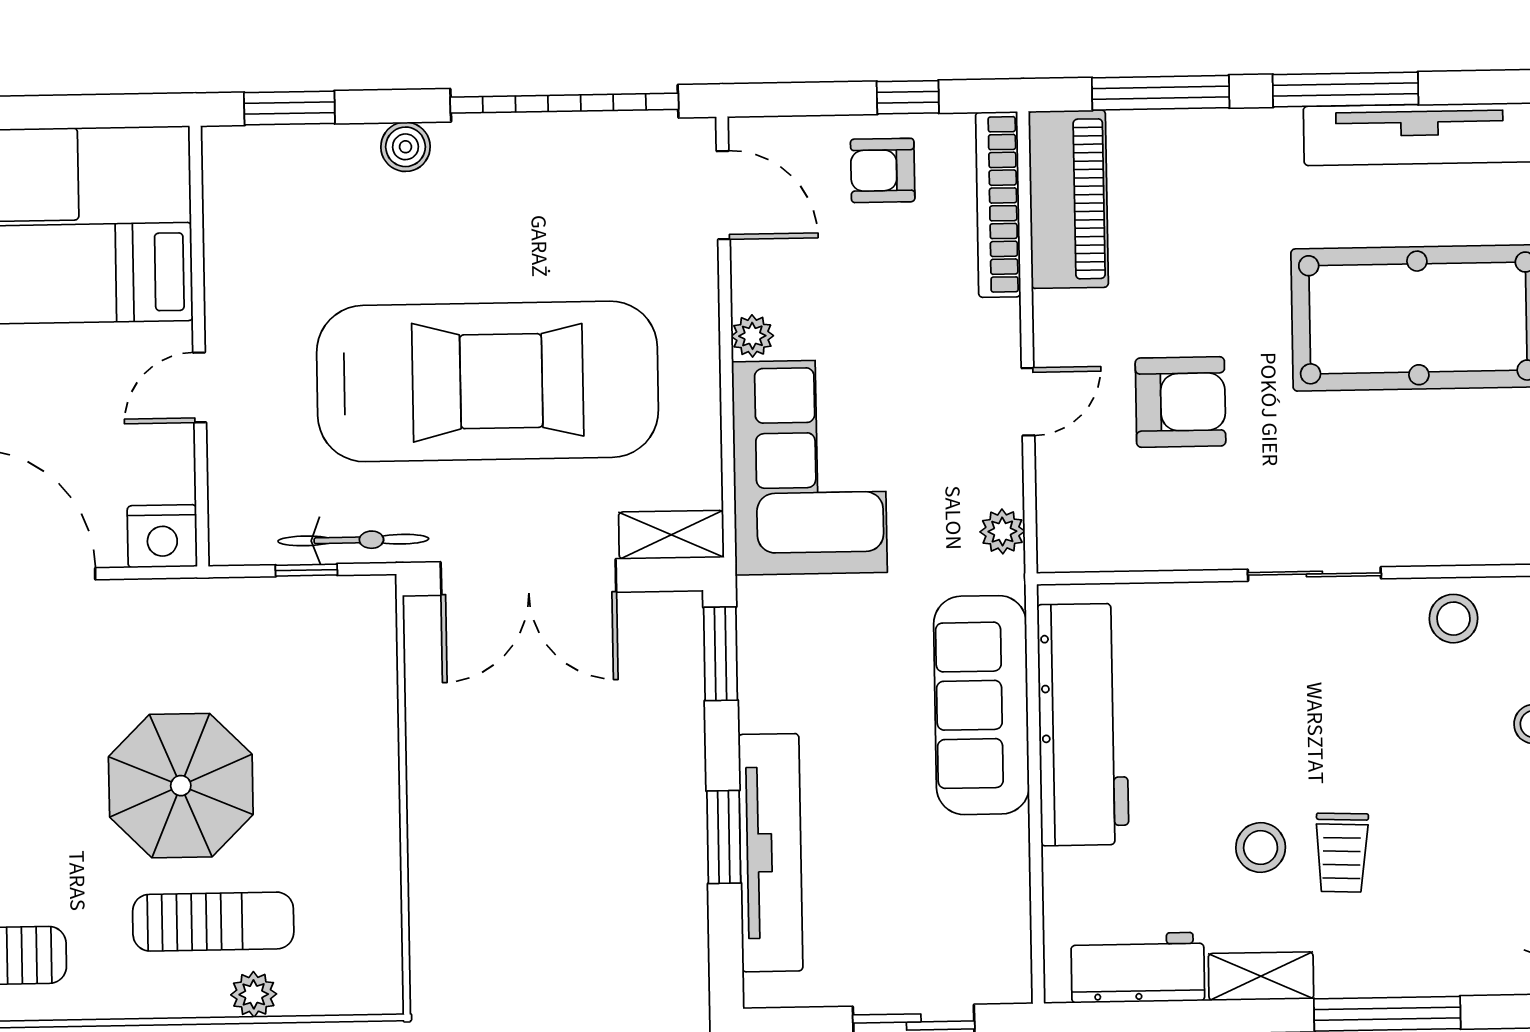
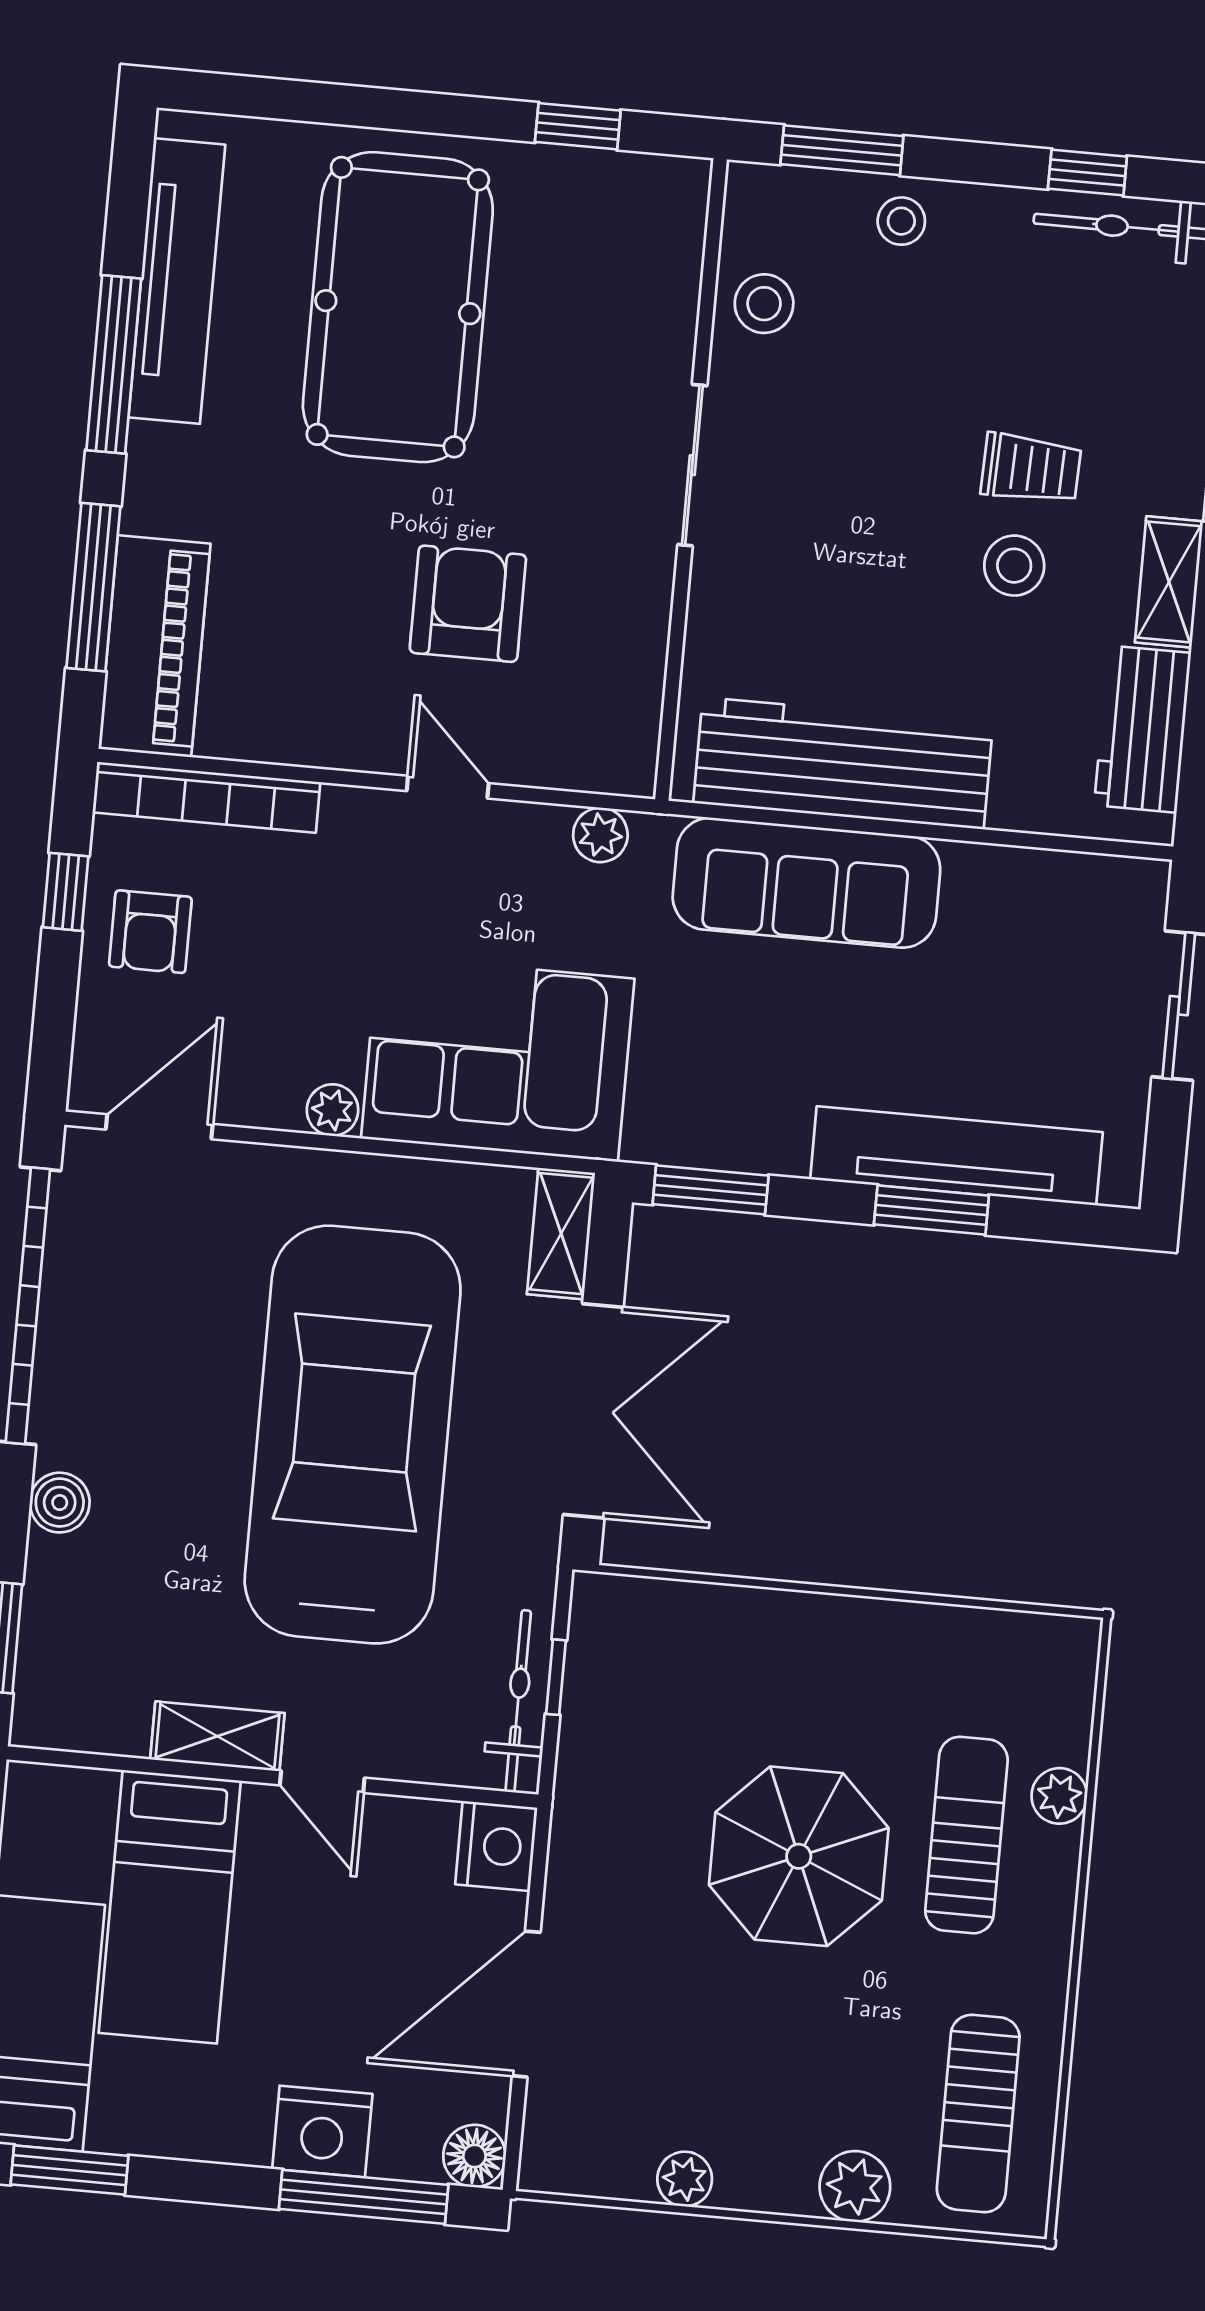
piano: (1068, 199) -> (154, 646), moved, turned 90
shelving: (228, 297) -> (217, 1736), added
bicycle: (353, 540) -> (518, 1701), moved

